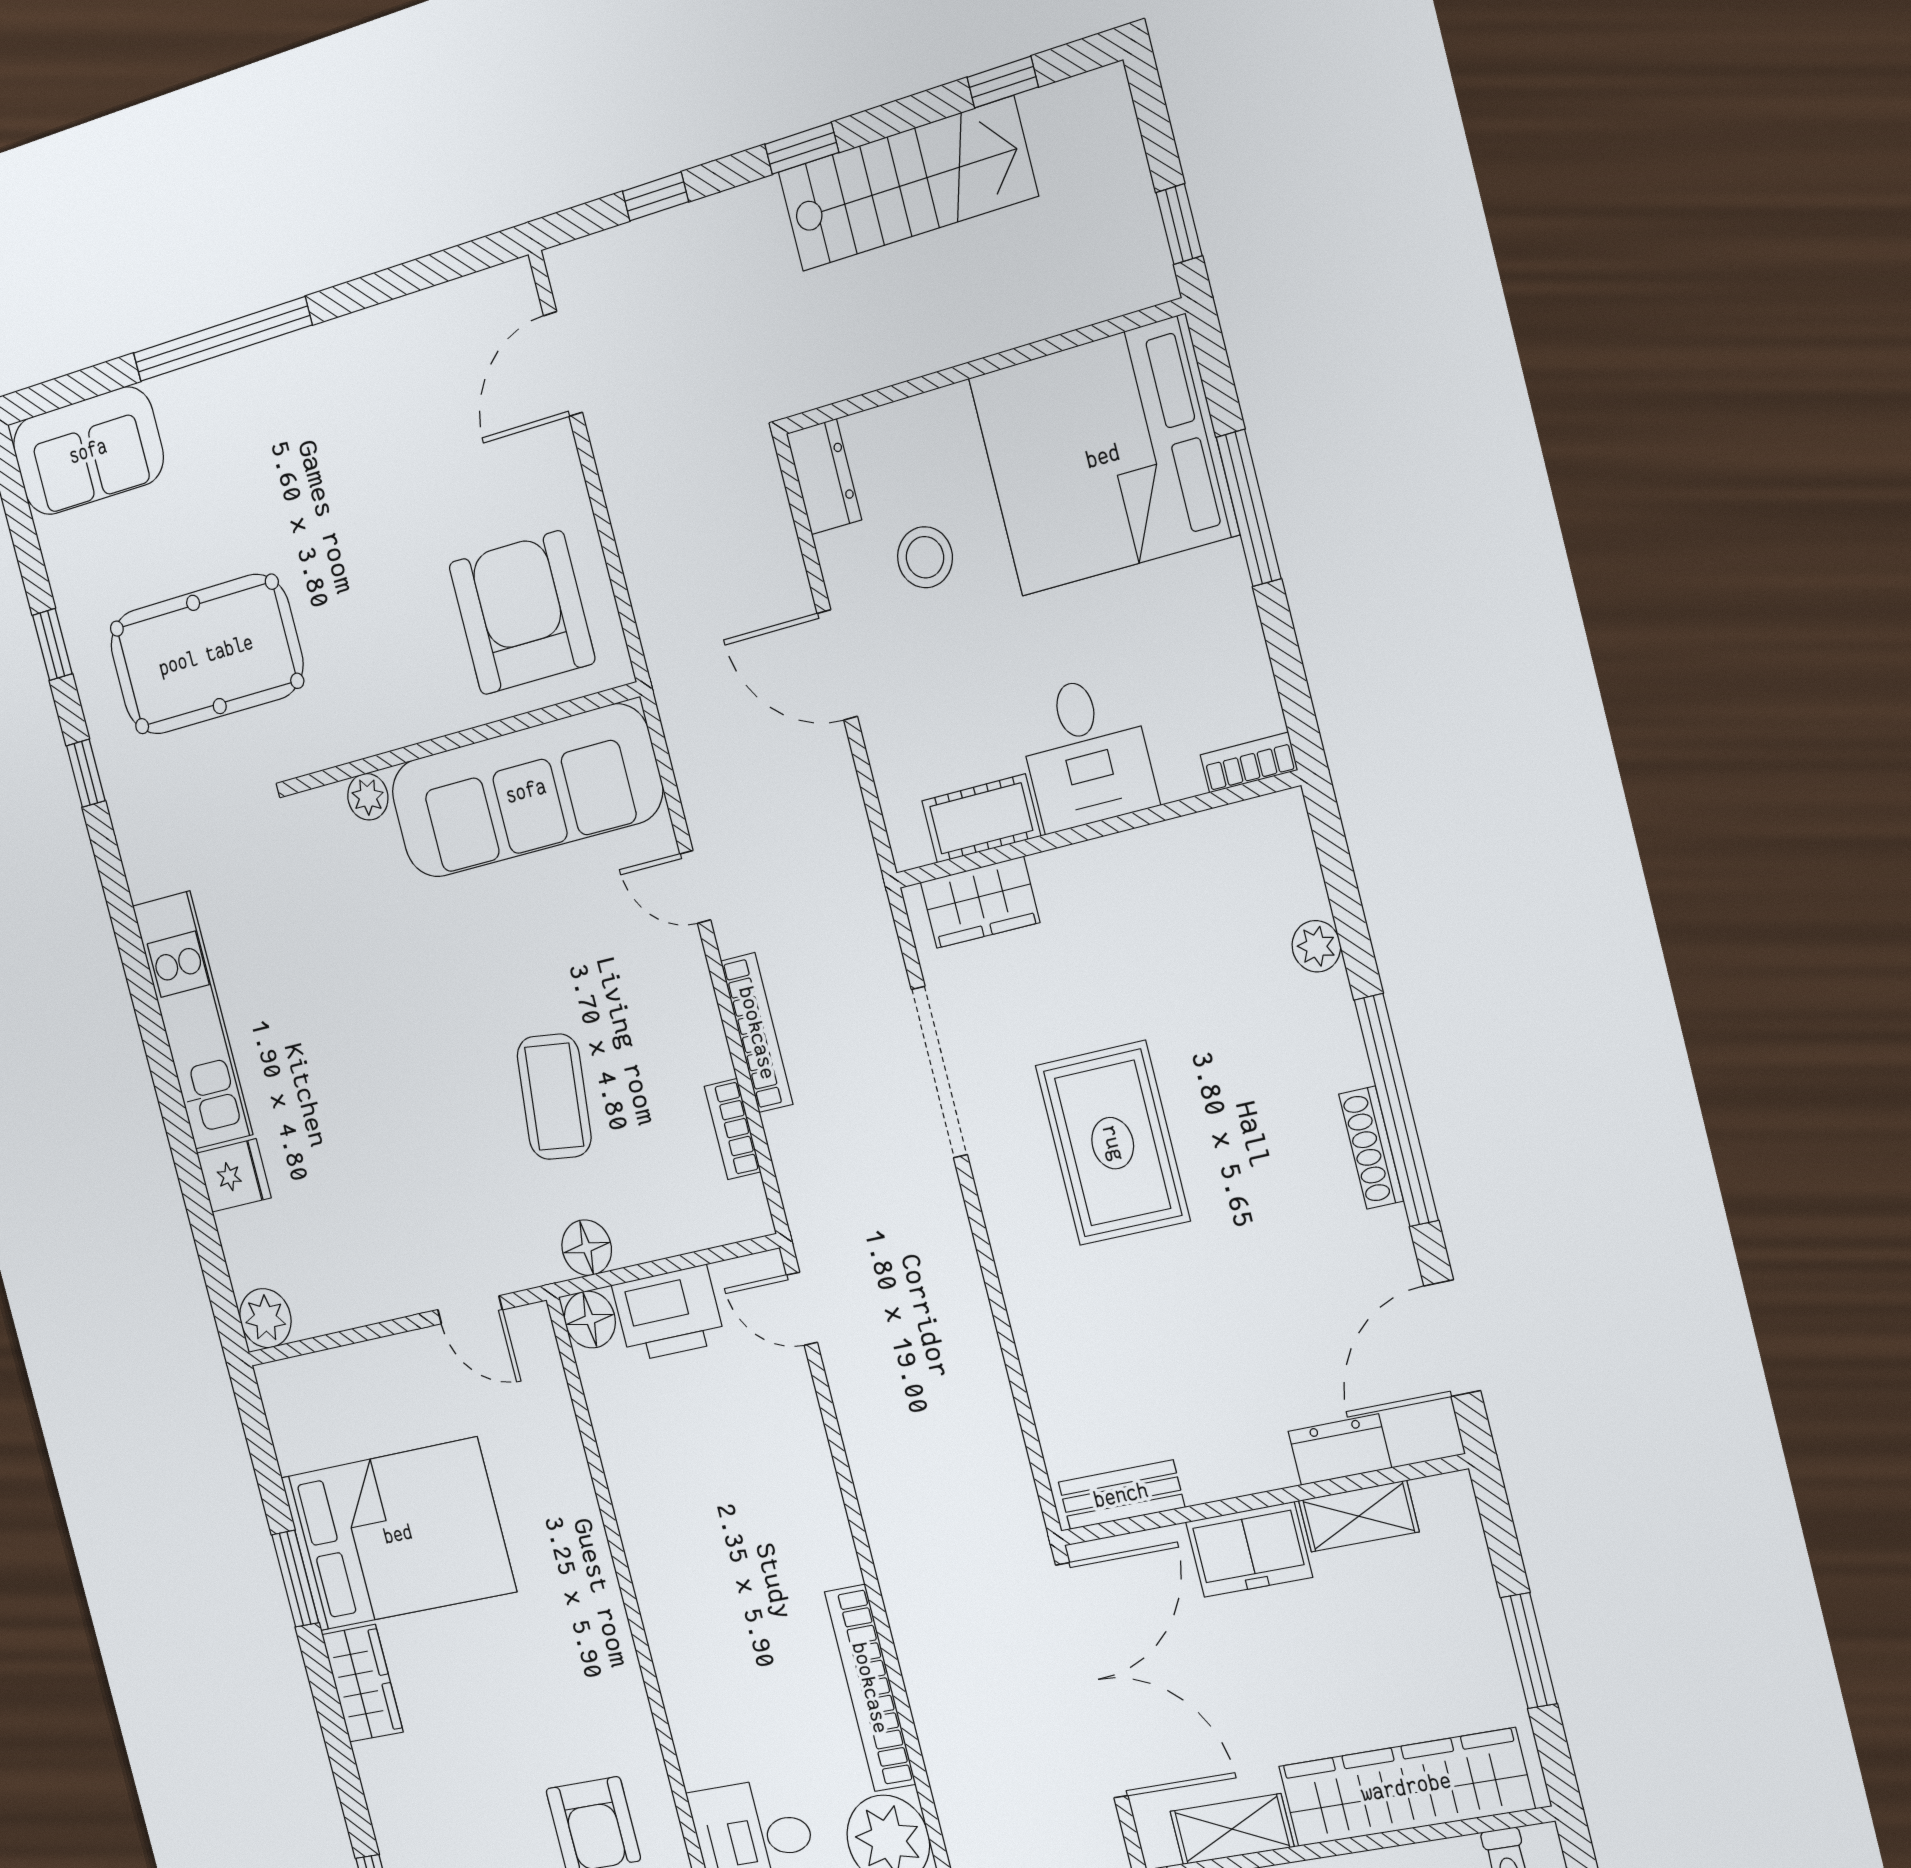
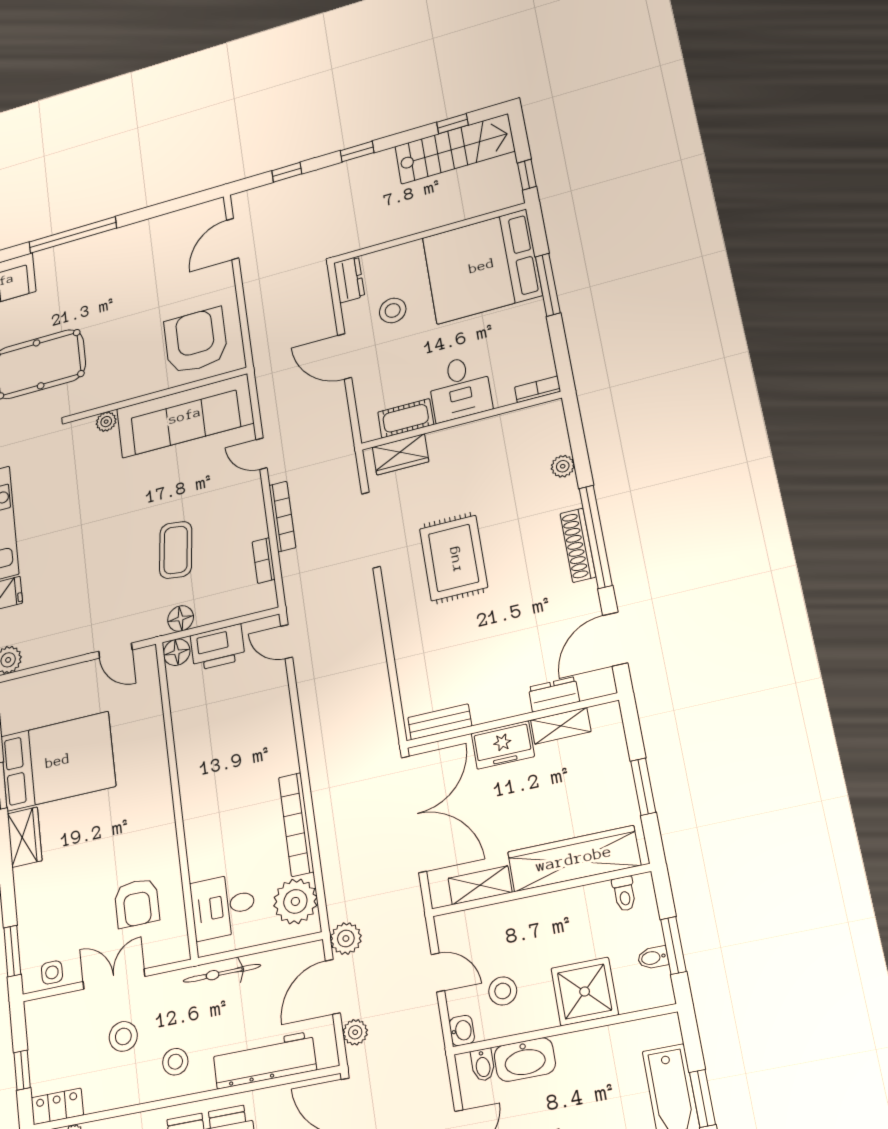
stairs: (907, 184) -> (455, 149), moved
shoe rack: (1371, 1148) -> (578, 545), width x1.36, depth x1.24

